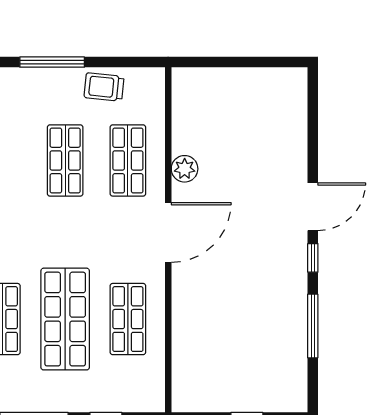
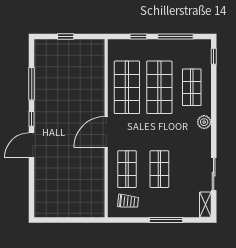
trolley: (104, 87) -> (128, 201), moved
plant: (185, 169) -> (98, 165), removed
shop shelf: (128, 319) -> (127, 87), width x1.43, depth x1.36

